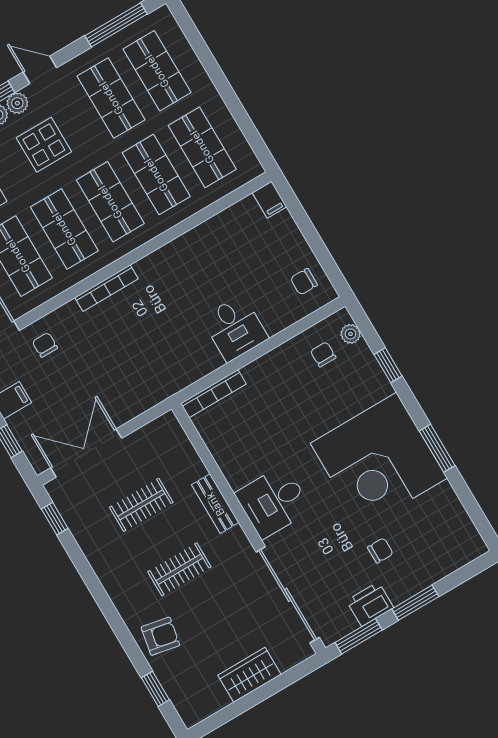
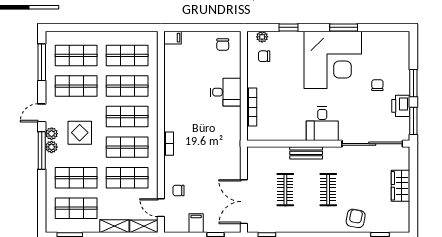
bookcase: (106, 288) -> (169, 144), width x0.64
bookcase: (213, 394) -> (252, 107), moved

